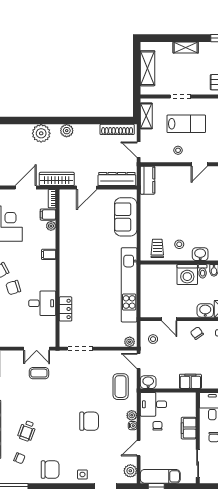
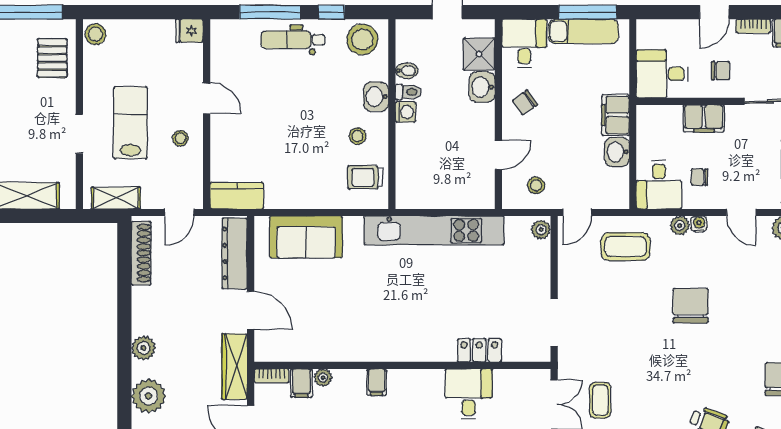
washing machine: (187, 275) -> (406, 112), width x0.53, depth x0.53
washbasin: (148, 382) -> (617, 152), moved

